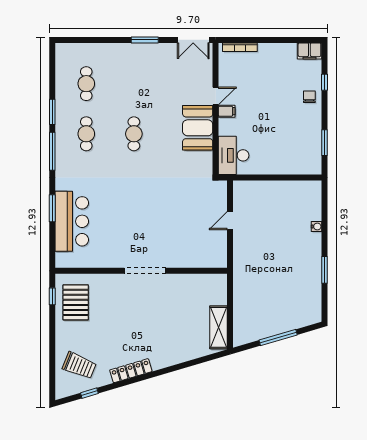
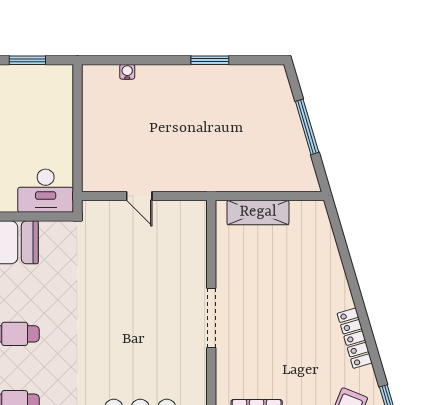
water cooler: (316, 227) -> (127, 72), moved
shelving: (218, 327) -> (258, 212), moved

